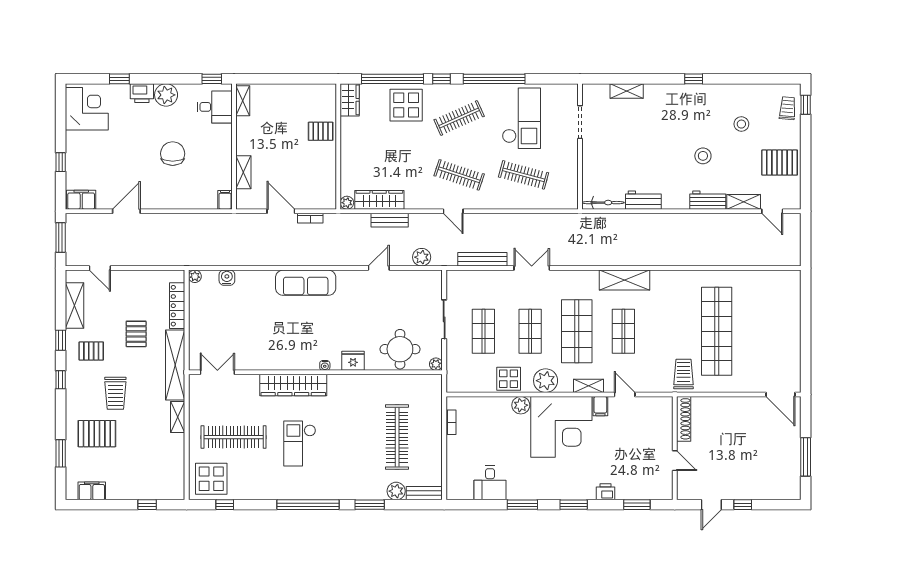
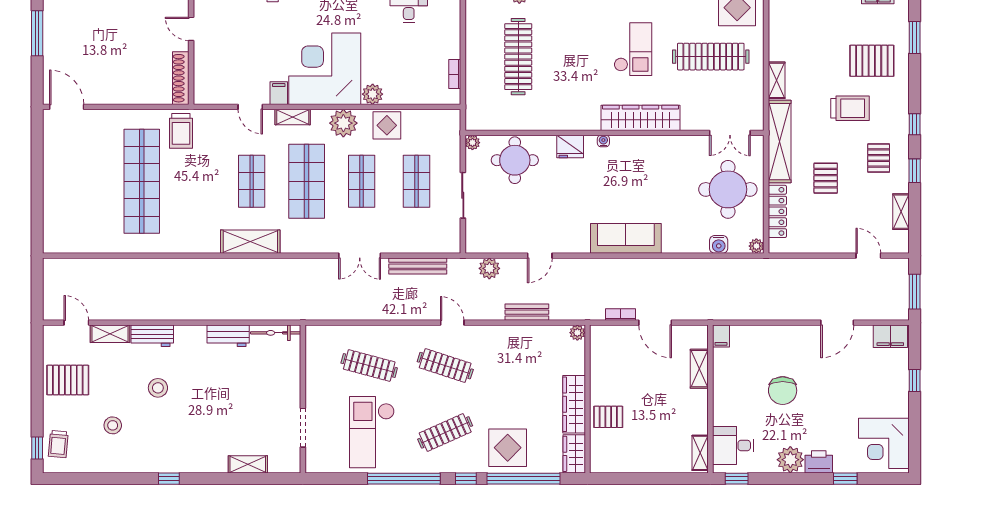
wardrobe: (379, 200) -> (574, 404), moved, turned 90
shelving: (74, 305) -> (901, 212), width x0.67, depth x0.75
round table: (219, 324) -> (728, 189), added
pallet: (91, 351) -> (879, 158), turned 90
trolley: (115, 393) -> (850, 108), turned 90

